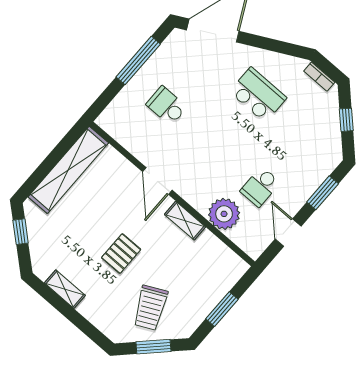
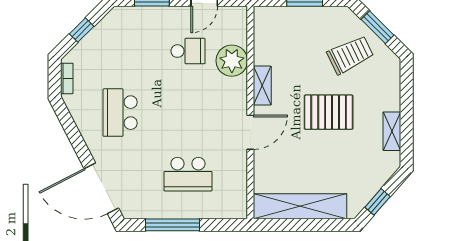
school desk: (167, 106) -> (188, 174), width x1.85
pallet: (121, 254) -> (329, 112), width x1.50, depth x1.42

